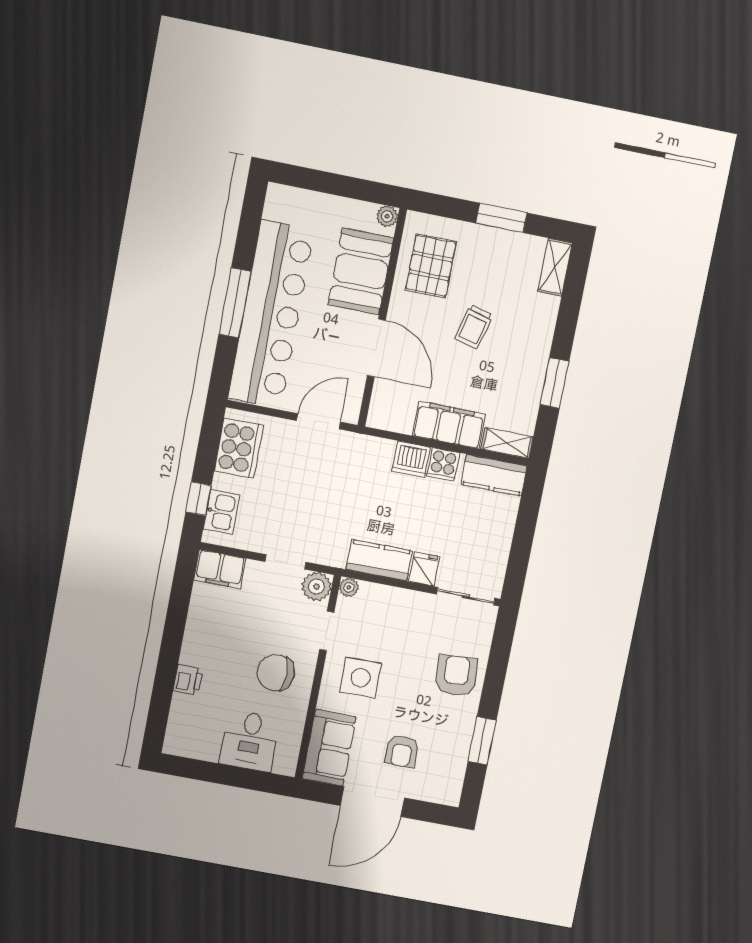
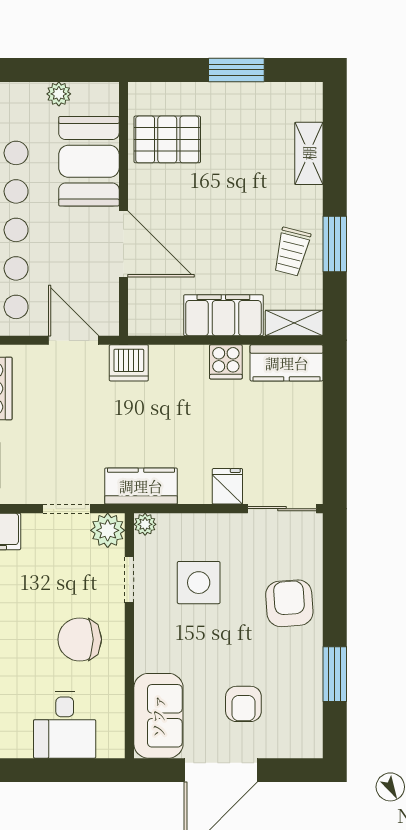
plant: (387, 216) -> (59, 94), moved
pallet: (431, 266) -> (167, 139), turned 90
shelving: (555, 267) -> (309, 153), moved
trolley: (474, 327) -> (292, 252), moved
door: (318, 421) -> (74, 340), hinge flipped
dishwasher: (411, 459) -> (129, 363), moved
kitchen counter: (379, 560) -> (141, 486), moved
side table: (361, 678) -> (199, 583), moved

